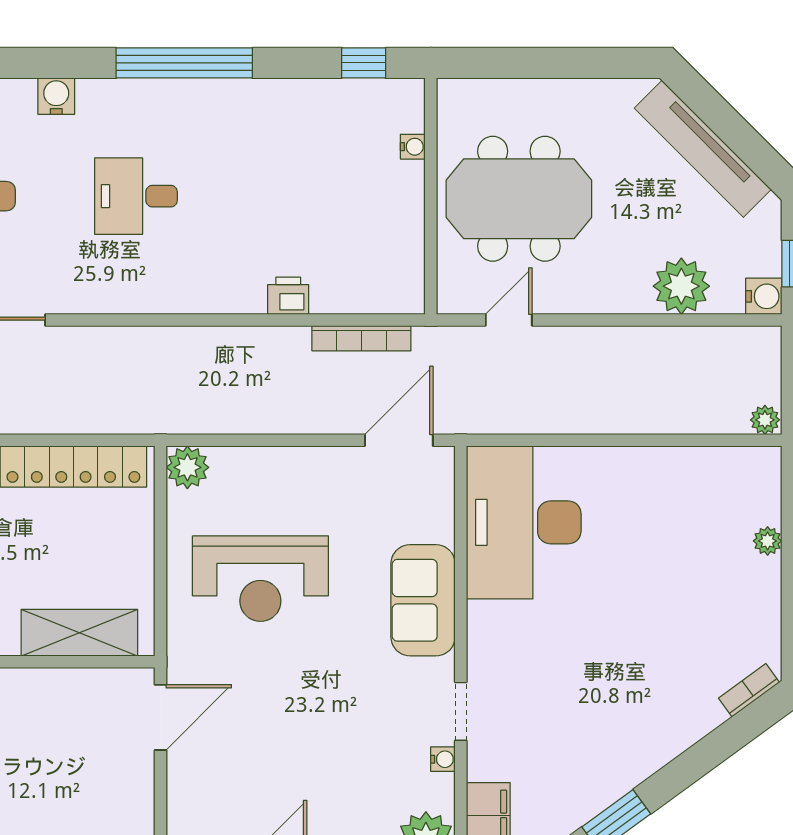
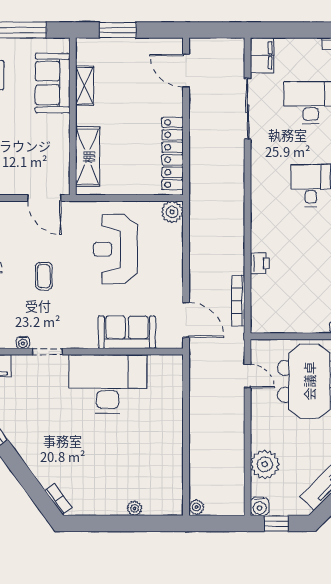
desk: (524, 522) -> (108, 384), moved
sofa: (423, 600) -> (127, 332), moved
coffee table: (313, 718) -> (44, 276), added

